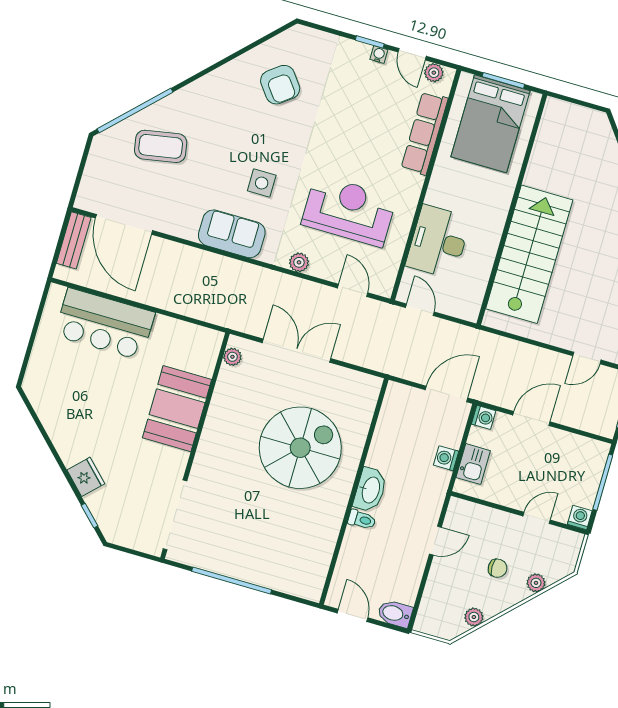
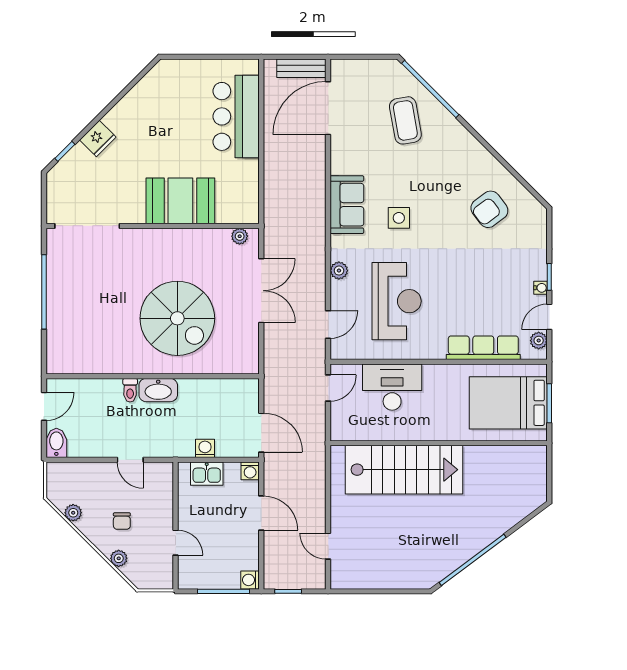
washing machine: (580, 518) -> (250, 580), moved, turned 180

